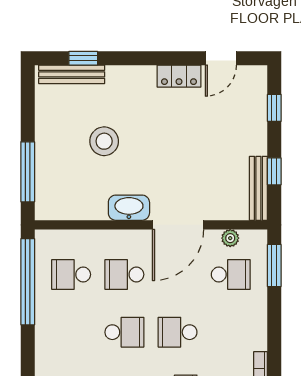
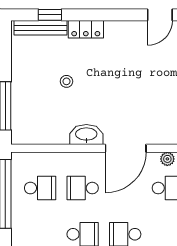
locker: (179, 76) -> (86, 29), moved
stool: (104, 141) -> (66, 81), width x0.53, depth x0.53
school desk: (71, 274) -> (40, 188), turned 180

